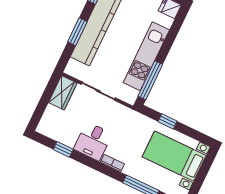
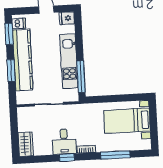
wardrobe: (63, 93) -> (26, 144), moved
window: (168, 121) -> (109, 99), removed
window: (63, 149) -> (67, 158), moved

